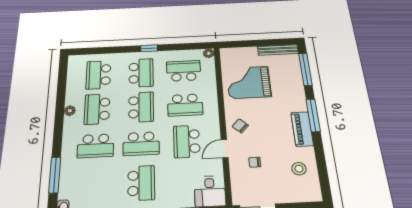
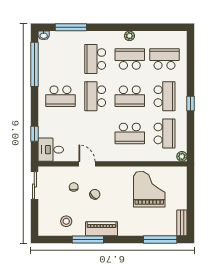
bench: (278, 50) -> (182, 223), width x0.73
school desk: (141, 73) -> (164, 96), turned -90
school desk: (185, 105) -> (130, 133), turned -90
window: (313, 115) -> (88, 239), moved
chair: (240, 126) -> (95, 194), moved
school desk: (187, 141) -> (95, 133), removed

